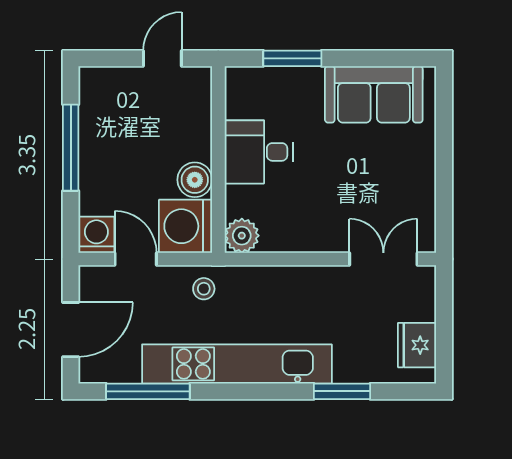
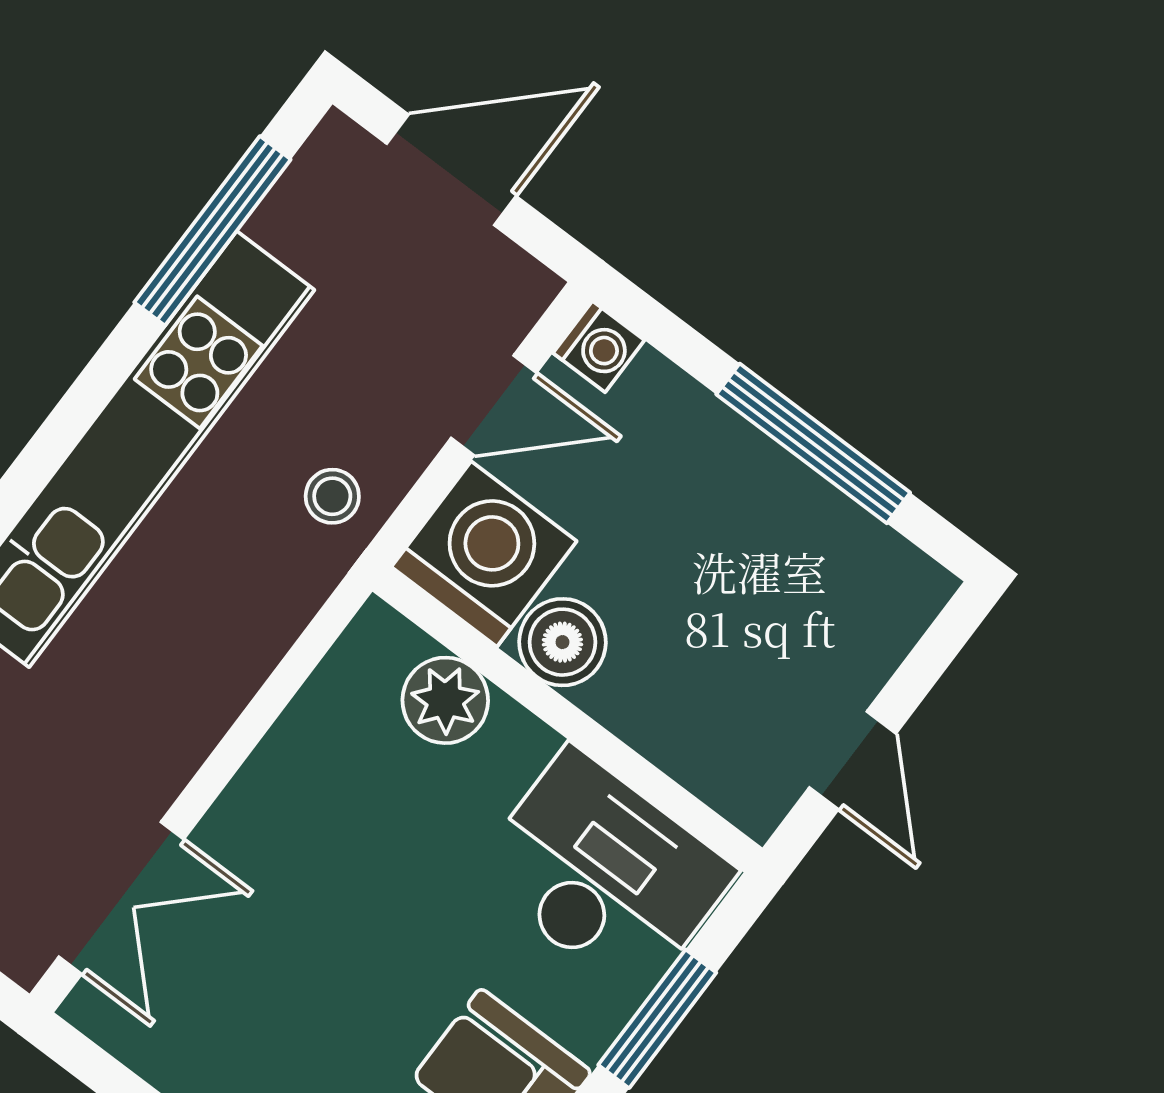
desk: (259, 152) -> (604, 873), moved, width x1.37
washing machine: (96, 235) -> (599, 347), width x0.73, depth x0.73
plant: (242, 236) -> (445, 700), moved
door: (71, 330) -> (451, 170), swing flipped

